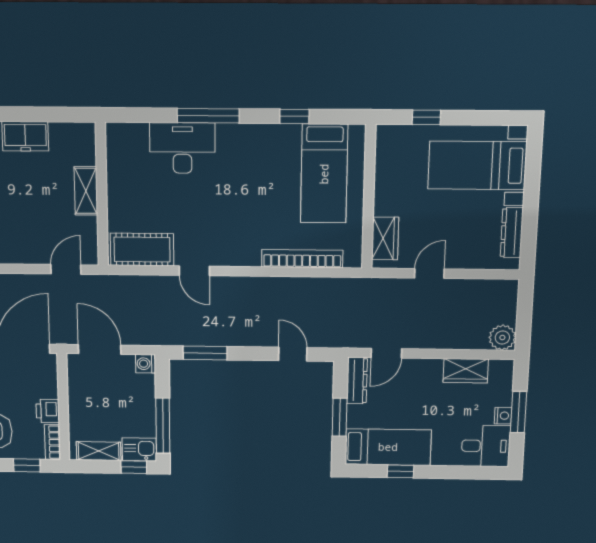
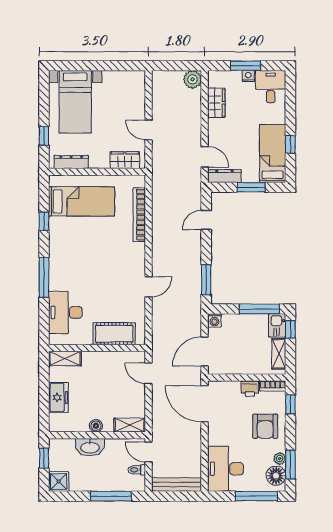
desk: (182, 148) -> (65, 312), moved
shelving: (86, 191) -> (65, 358), moved
dresser: (512, 233) -> (71, 162), moved, turned 180
cot: (142, 250) -> (114, 334), moved, turned 90

